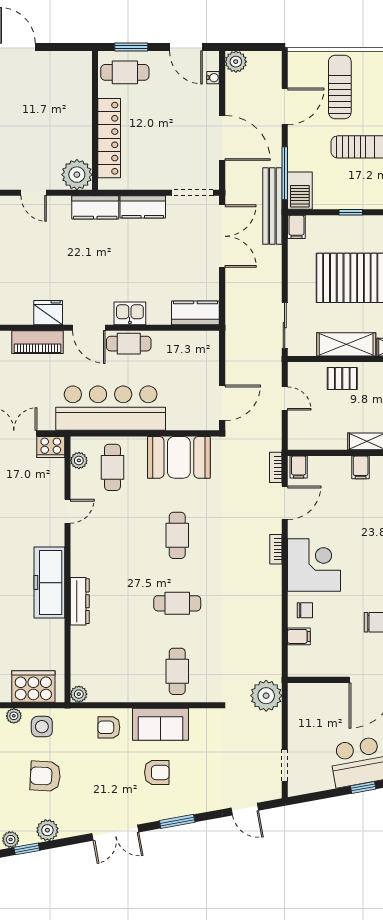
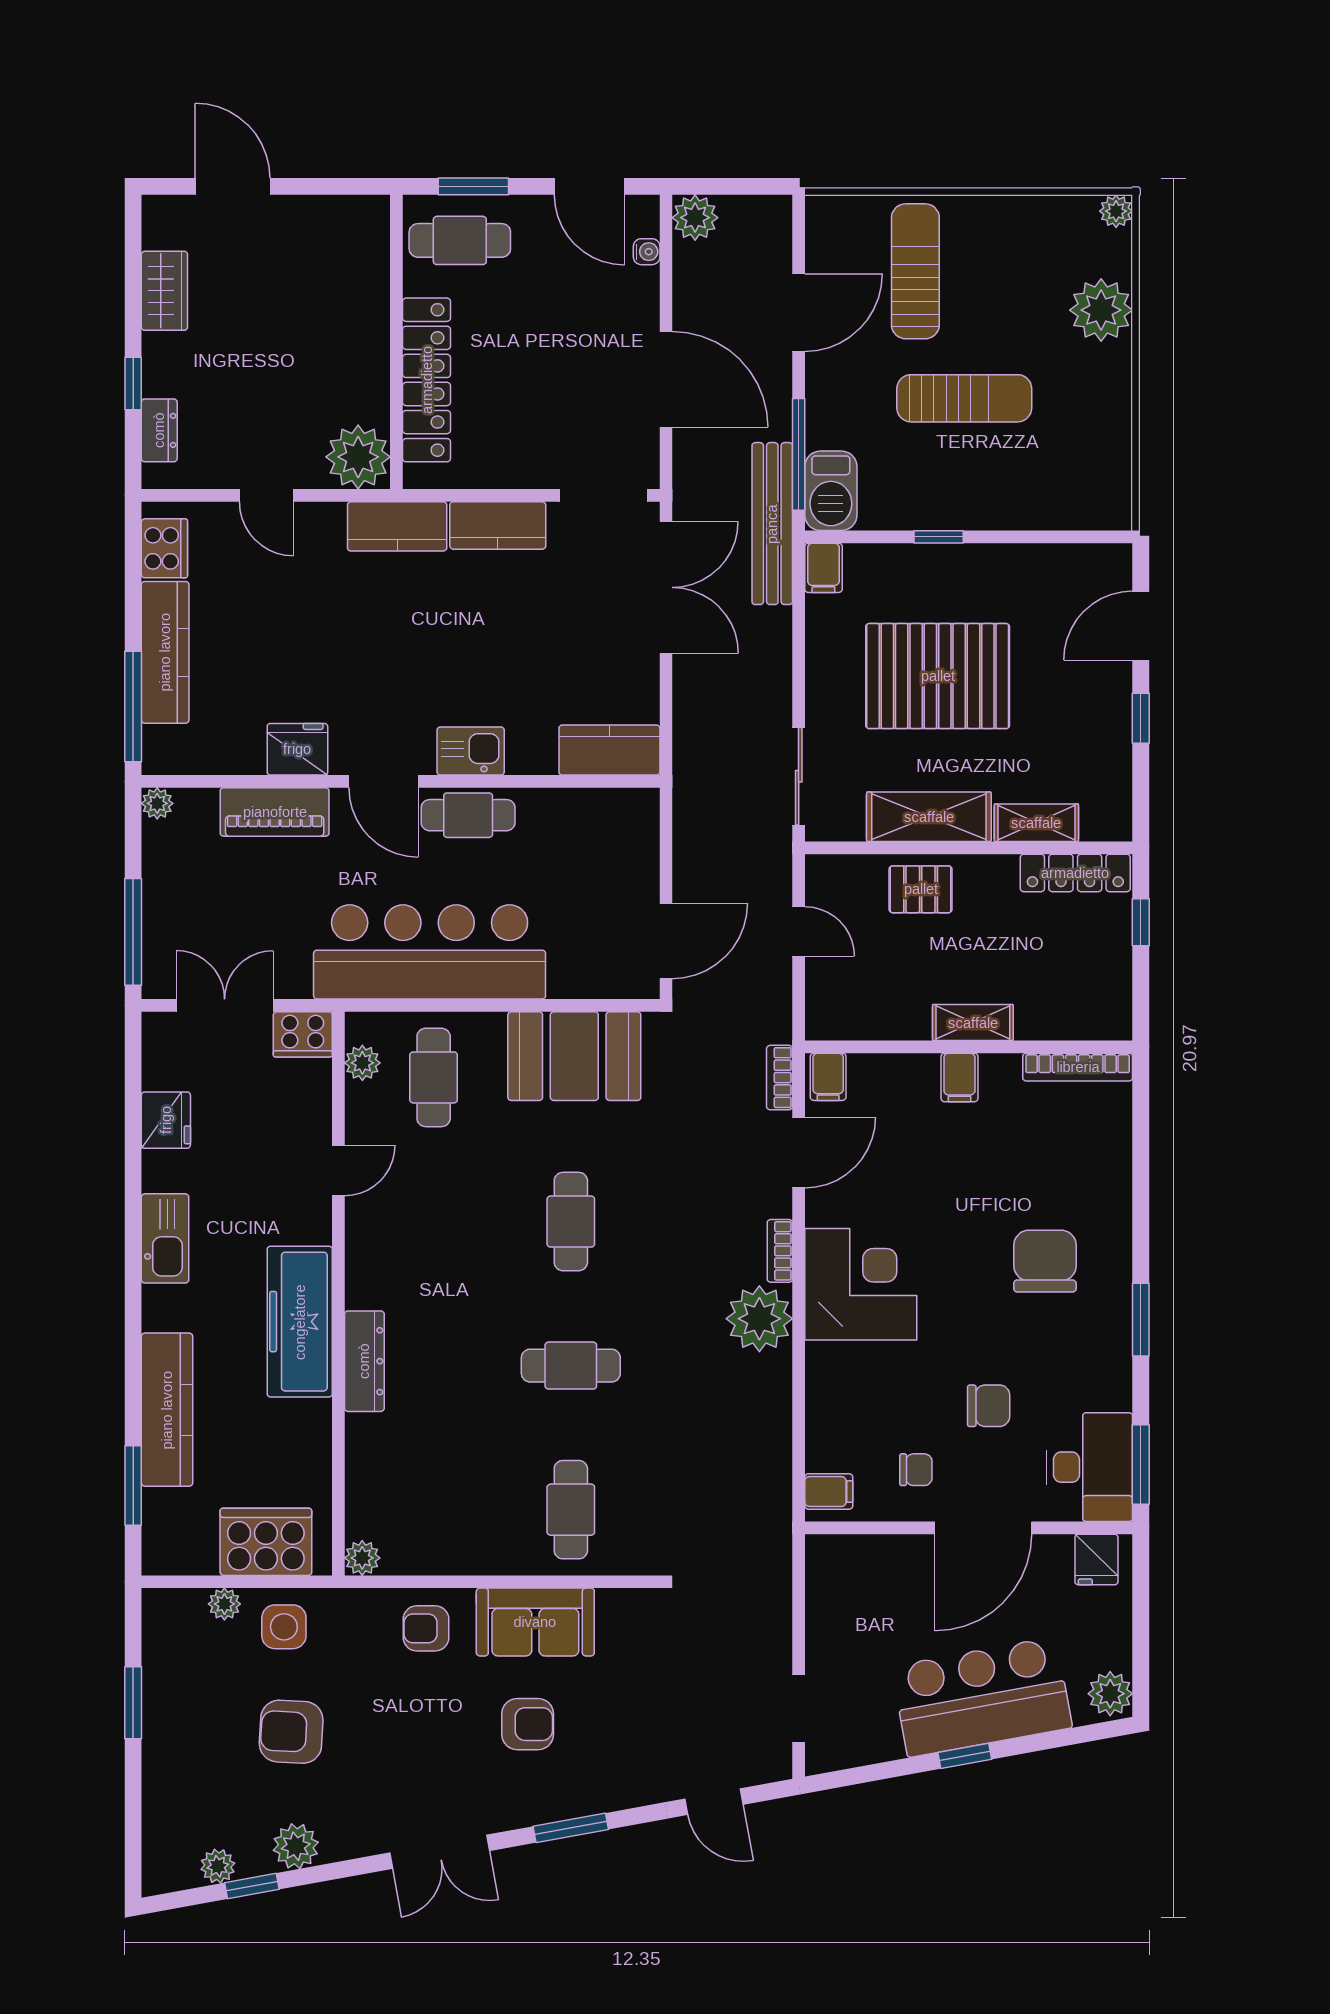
chair: (305, 610) -> (916, 1470), moved
filing cabinet: (299, 636) -> (829, 1491), moved
plant: (266, 696) -> (759, 1319), moved

